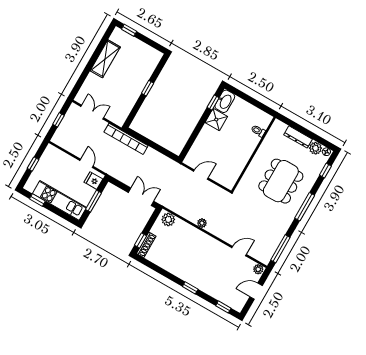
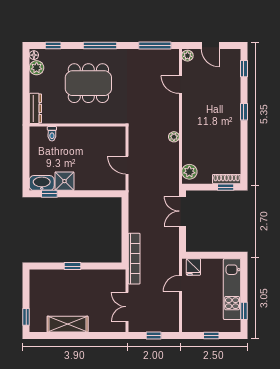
dresser: (298, 137) -> (35, 108), moved
window: (94, 201) -> (214, 255), removed

